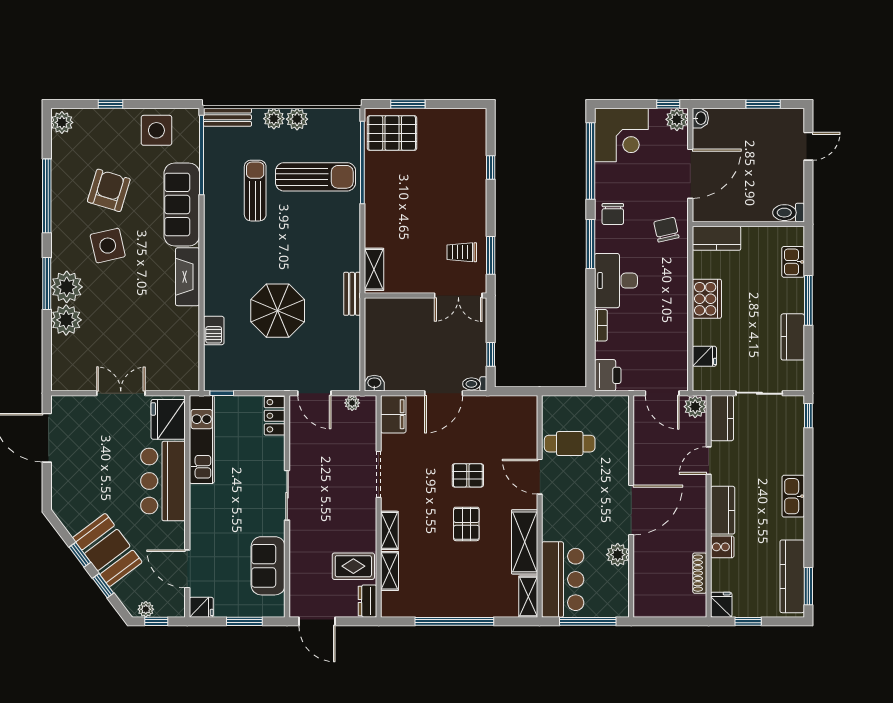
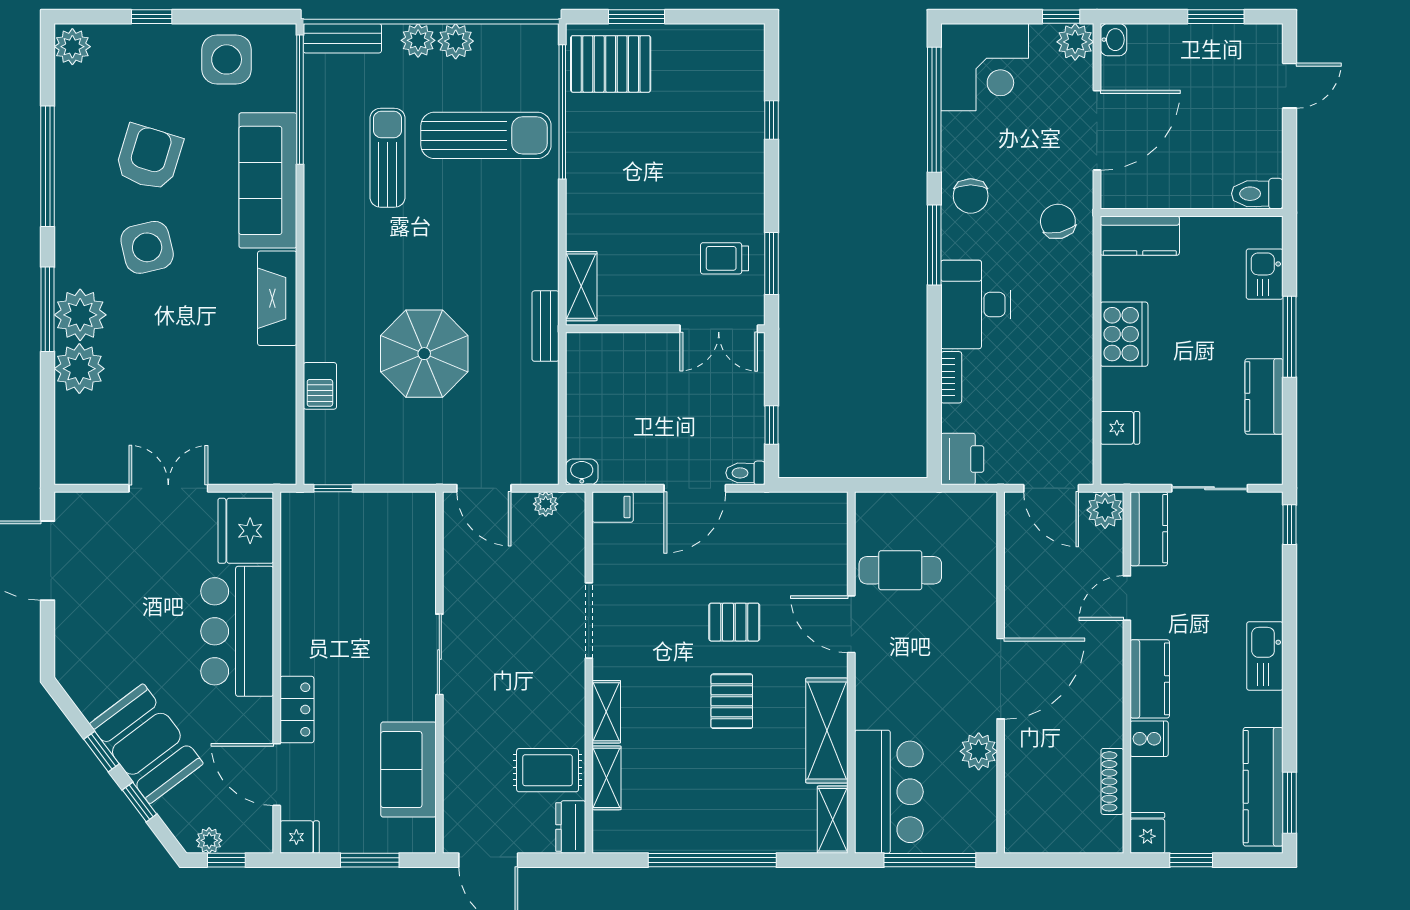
filing cabinet: (393, 414) -> (613, 507), width x0.50
locker: (275, 416) -> (297, 710), moved, turned 180
kitchen unit: (202, 439) -> (300, 563), removed

